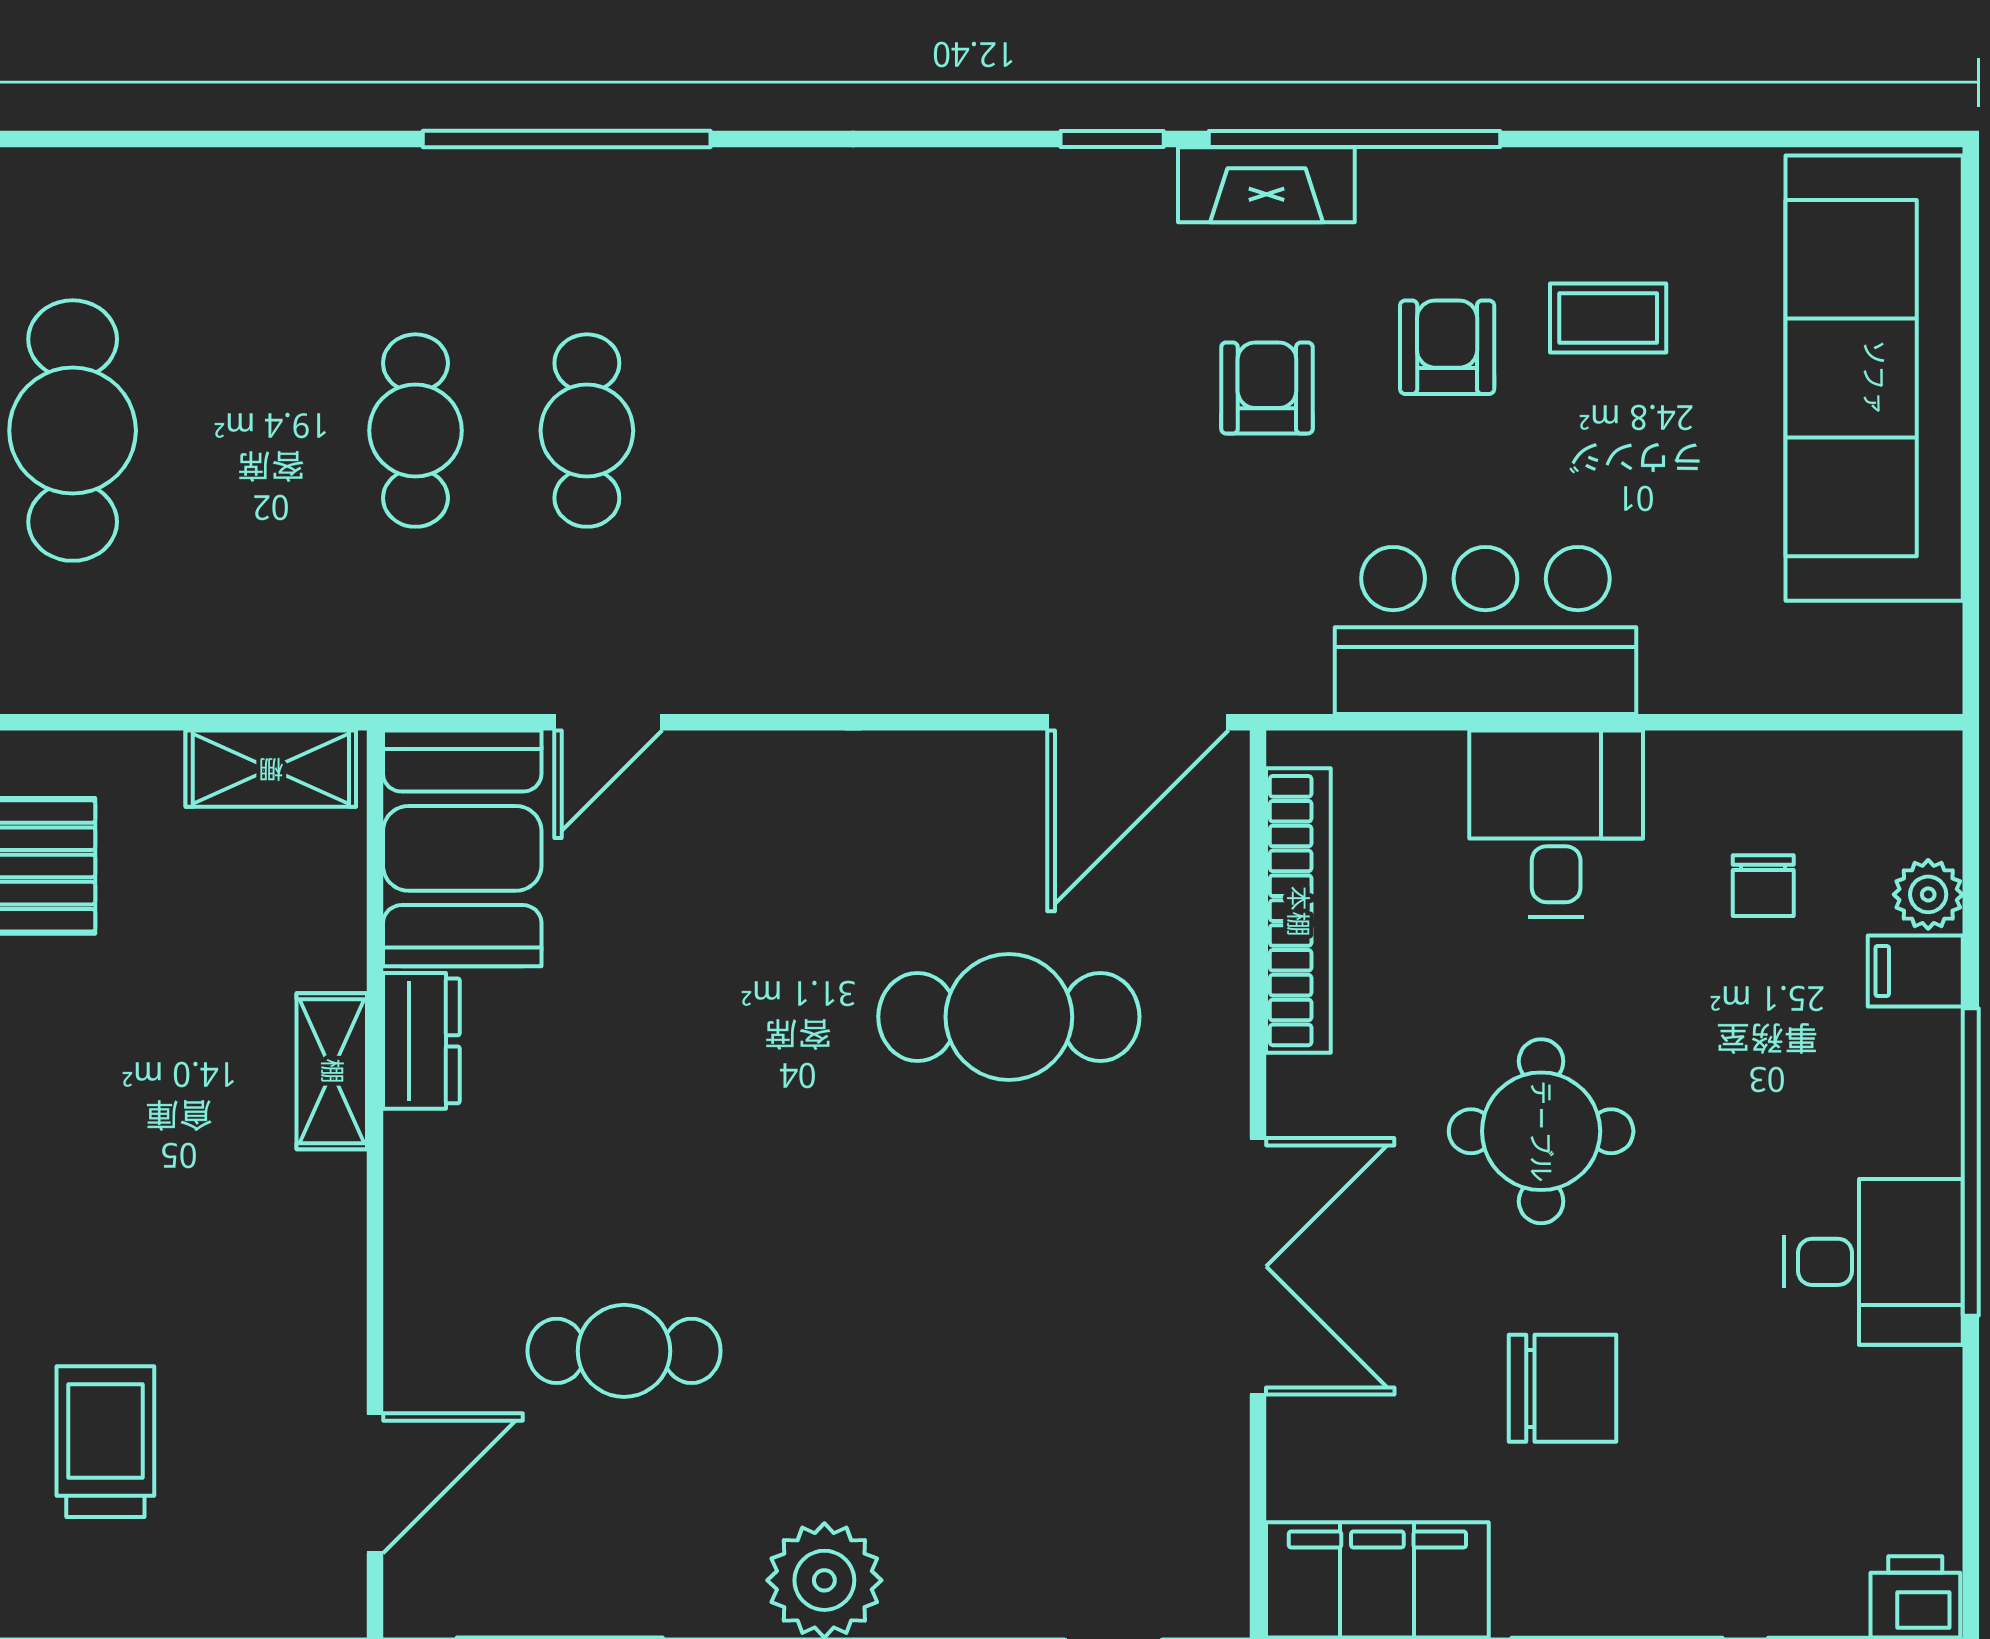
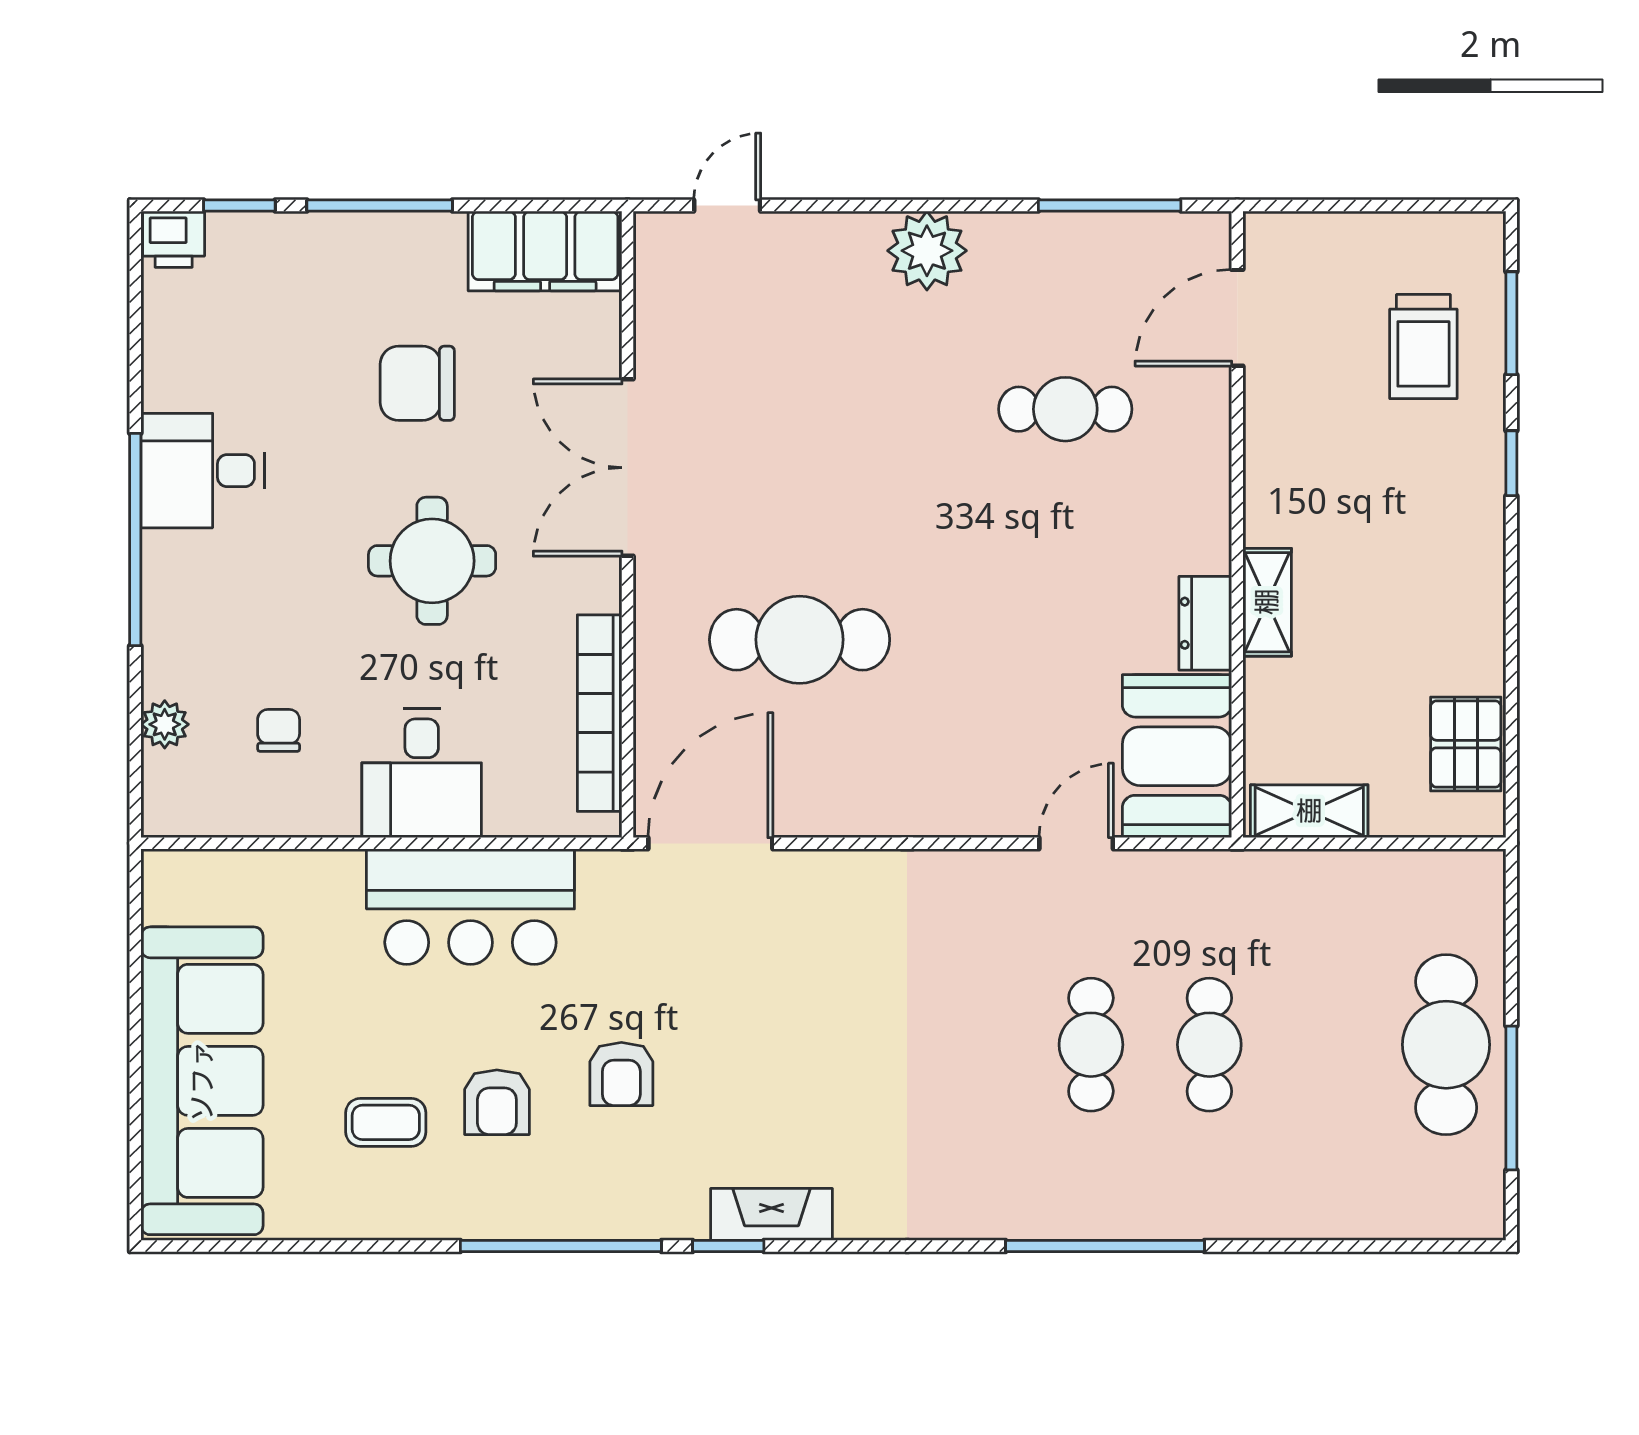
fireplace: (1266, 185) -> (771, 1214), moved
filing cabinet: (1915, 971) -> (174, 671), removed

